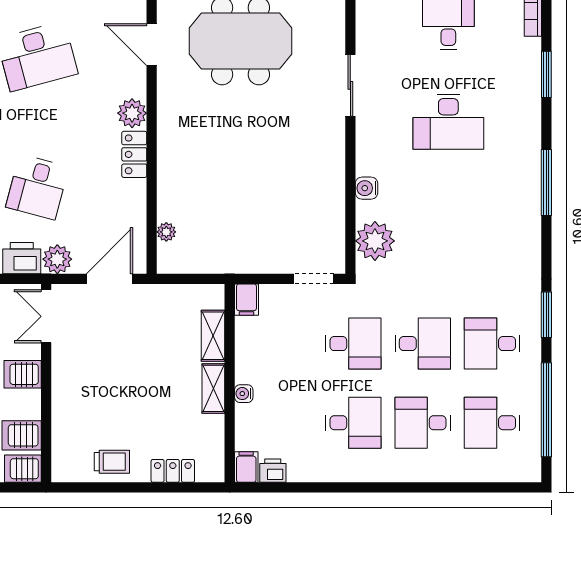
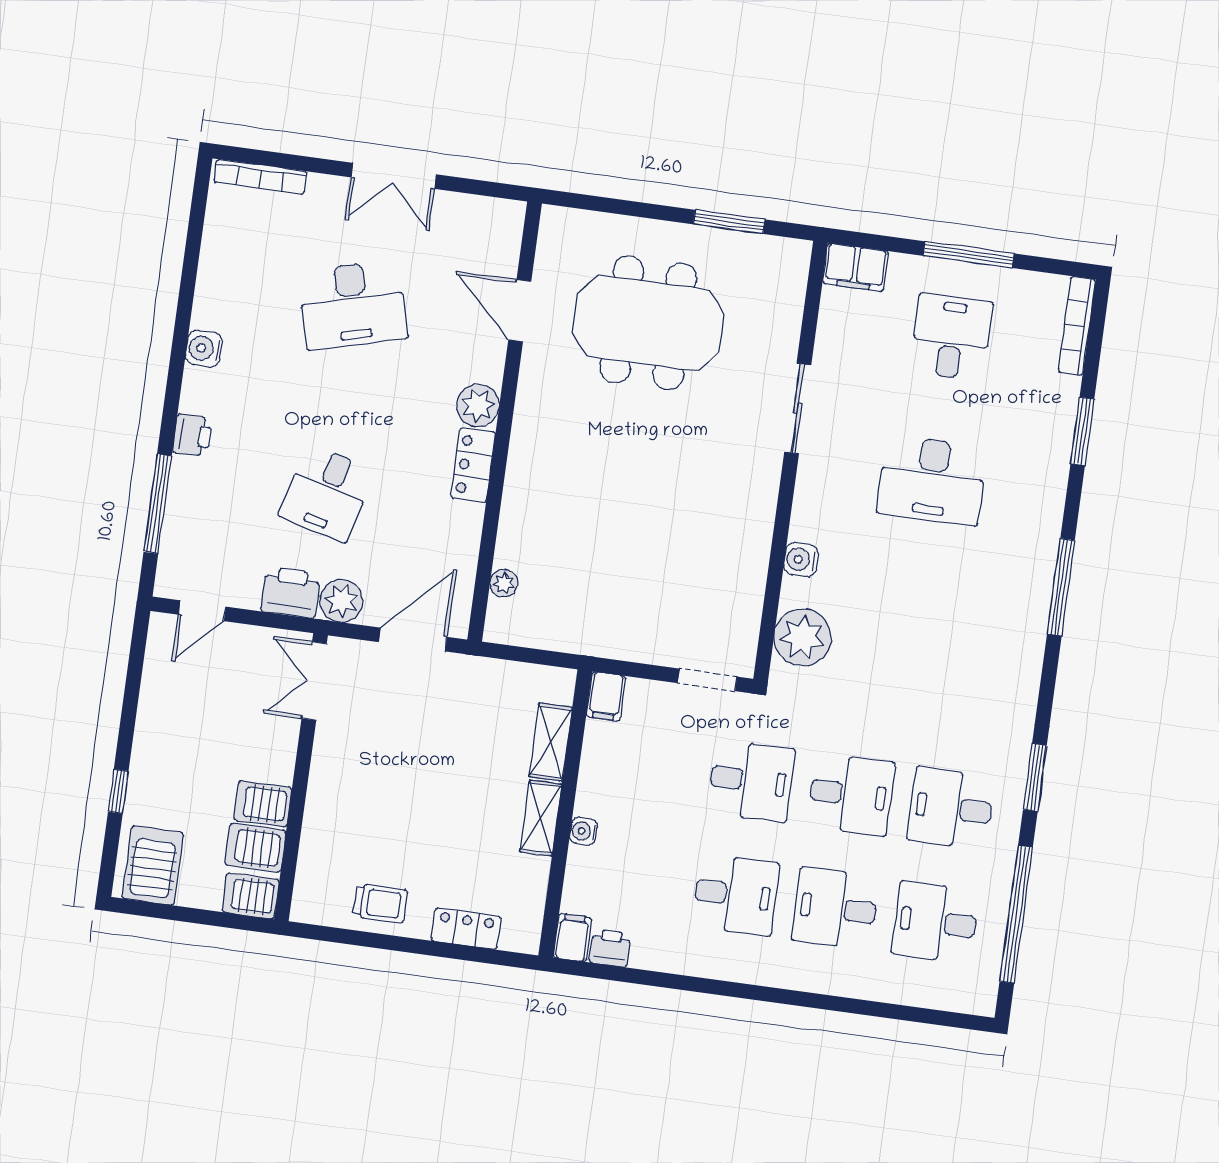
server rack: (23, 374) -> (263, 804), moved

